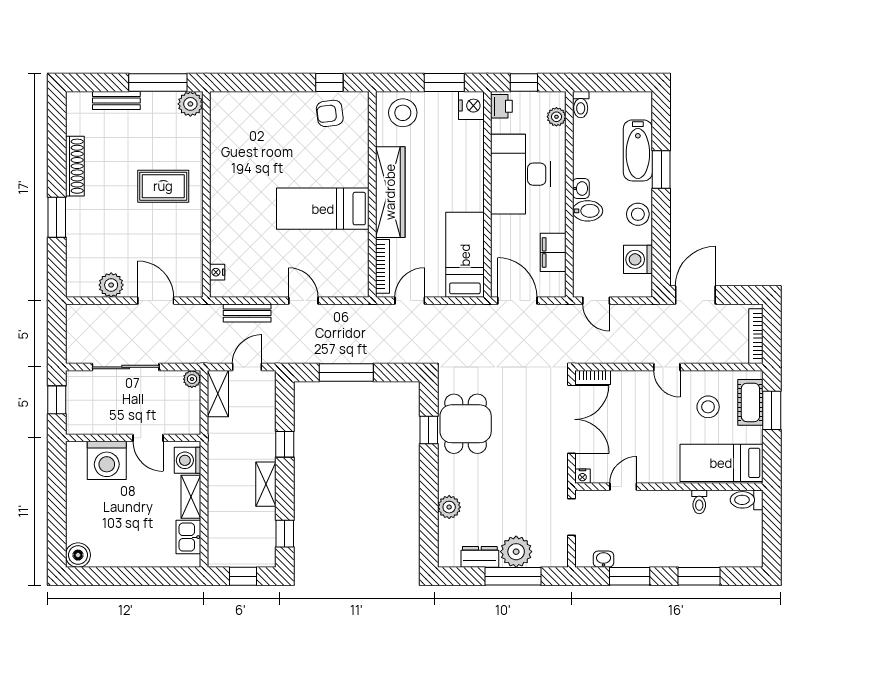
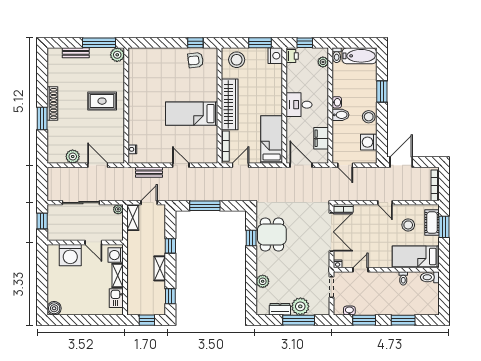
bathtub: (638, 150) -> (359, 56), moved, turned -90
shoe rack: (75, 166) -> (52, 104), moved
desk: (521, 174) -> (299, 105), width x0.53, depth x0.77

